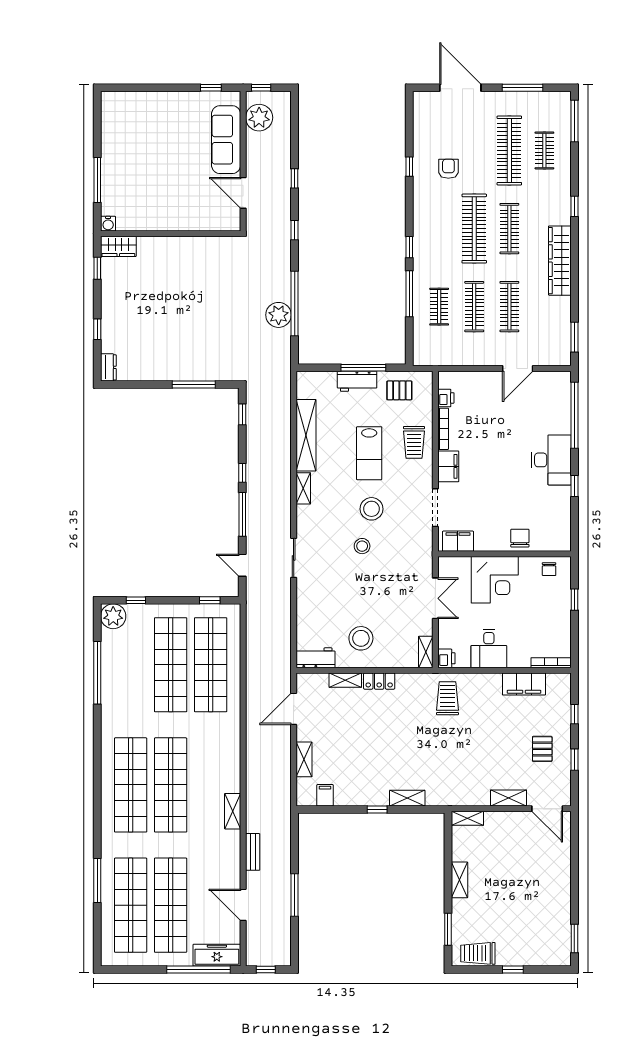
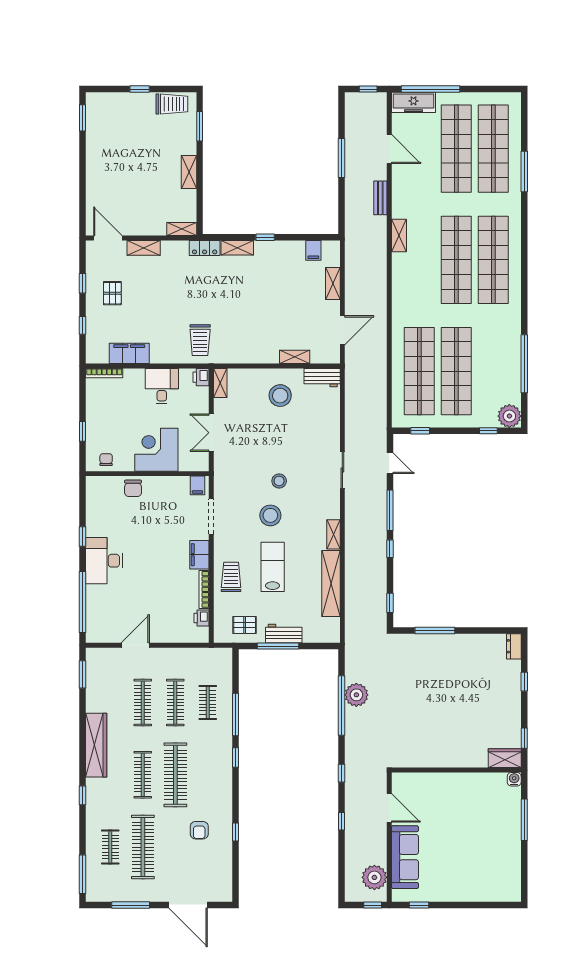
filing cabinet: (458, 541) -> (197, 485), width x0.50
locker: (379, 681) -> (205, 248), moved, turned 180

